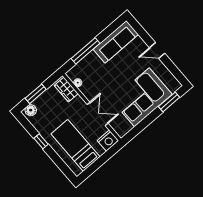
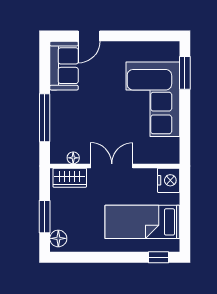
sofa: (116, 42) -> (64, 66), width x0.73
door: (157, 50) -> (89, 36), moved
double door: (98, 114) -> (112, 166), moved
window: (41, 141) -> (158, 257), moved

